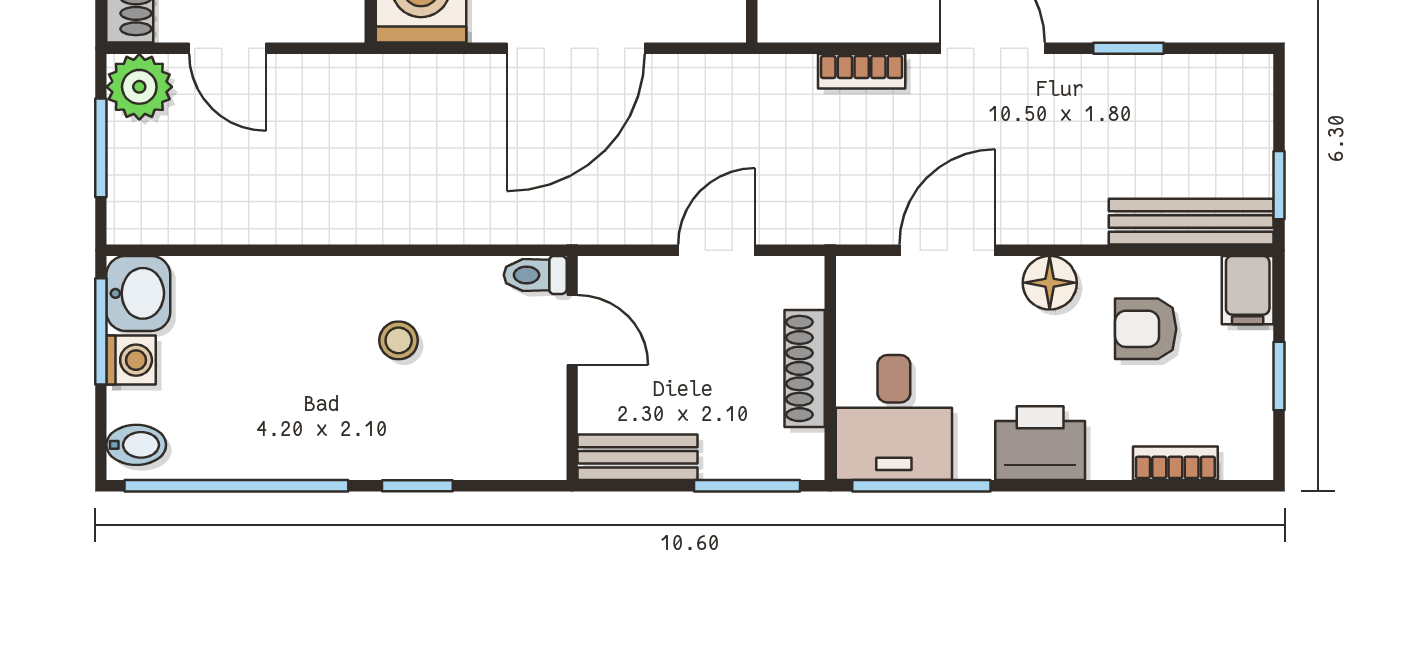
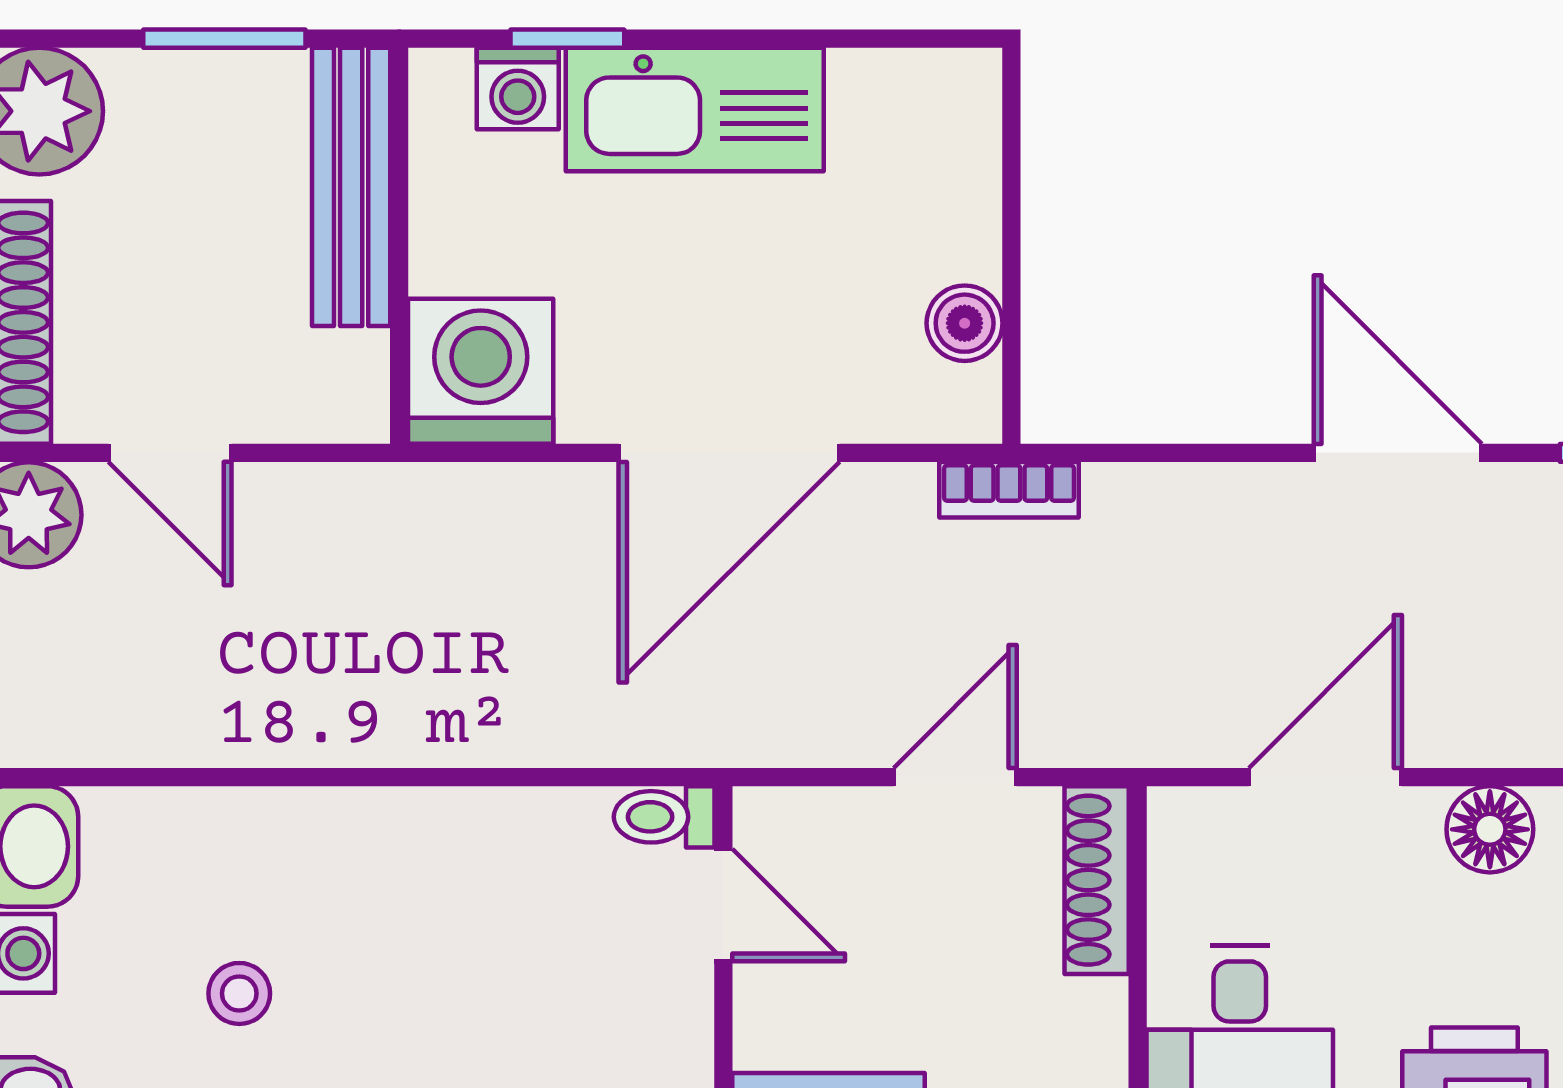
bookcase: (862, 71) -> (1009, 490), moved
stool: (399, 340) -> (239, 993), moved
shoe rack: (805, 368) -> (1097, 880), moved

